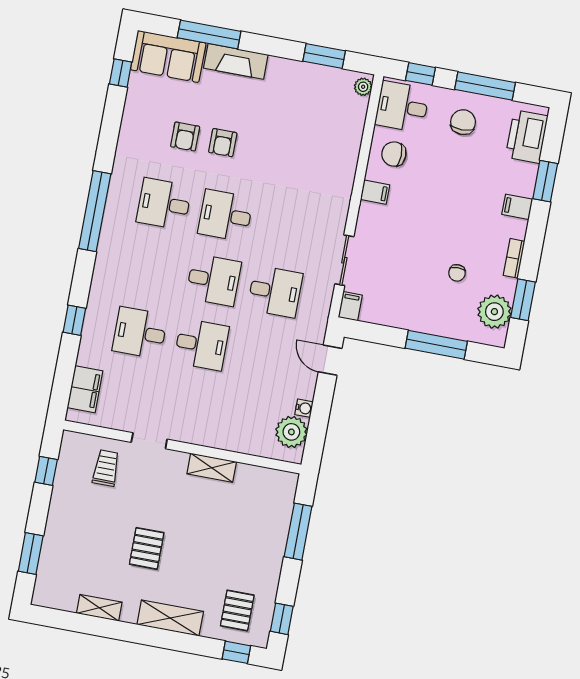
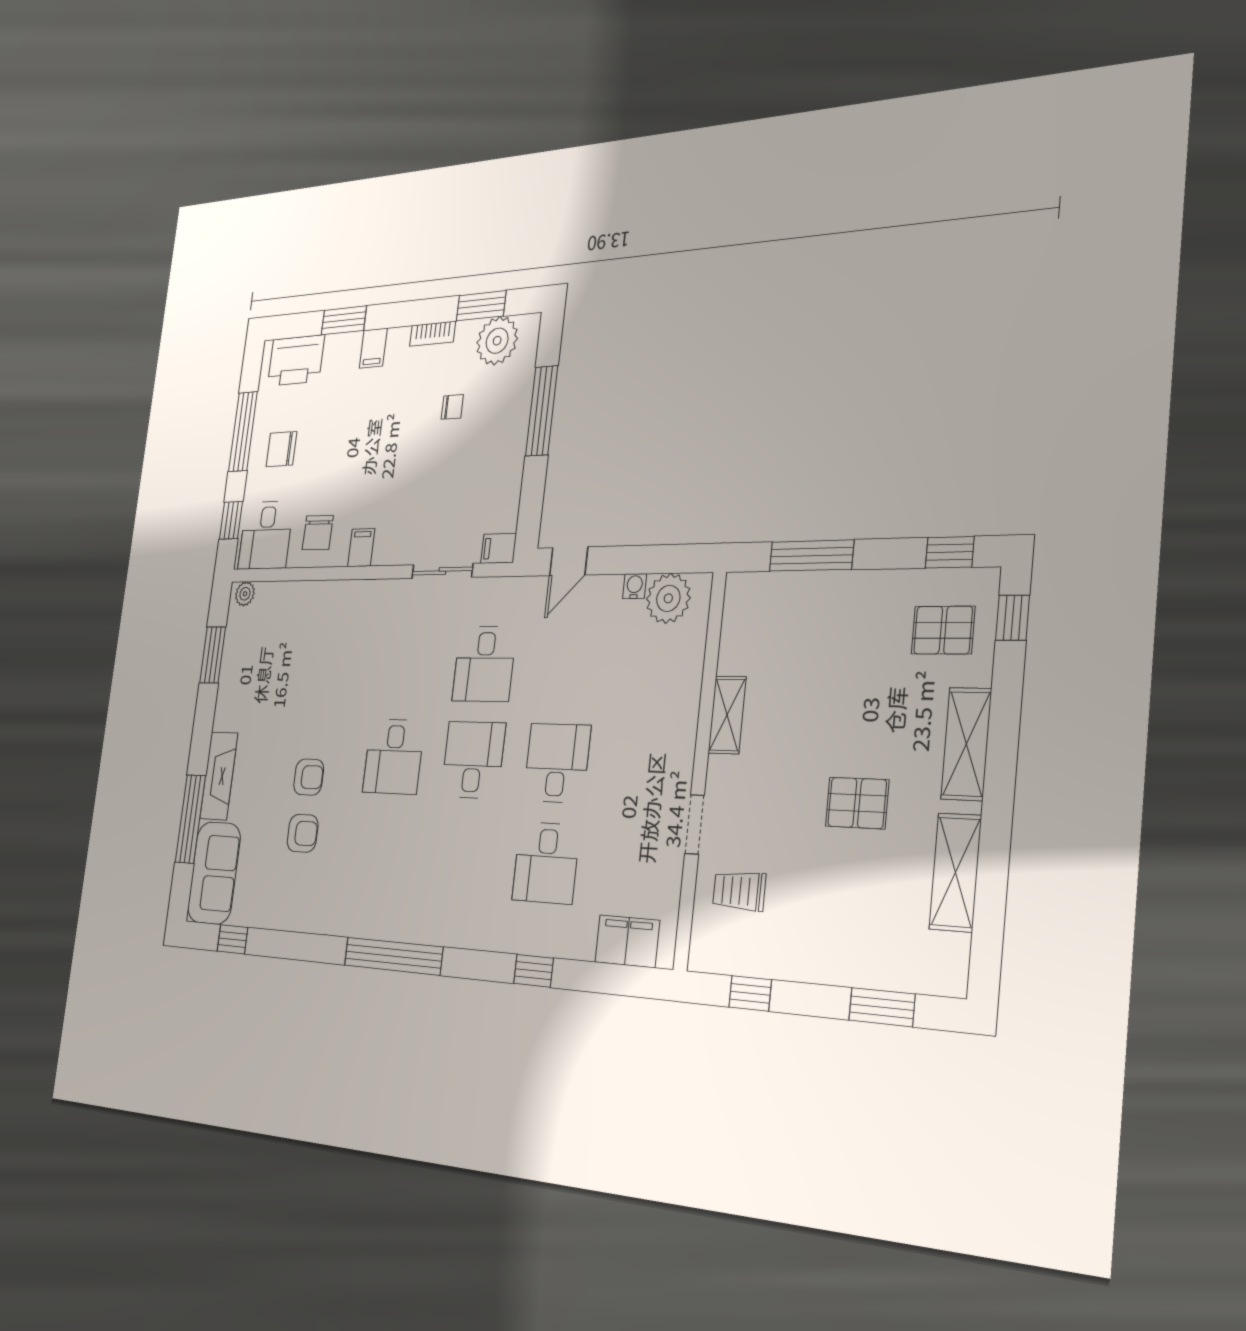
desk: (164, 204) -> (382, 851), removed
desk: (275, 291) -> (484, 664), turned 180
shelving: (99, 608) -> (955, 872), width x1.50, depth x1.33

